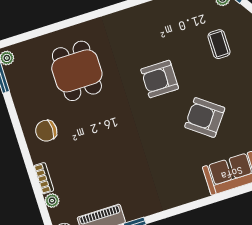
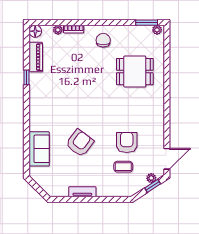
armchair: (160, 79) -> (127, 142), moved

